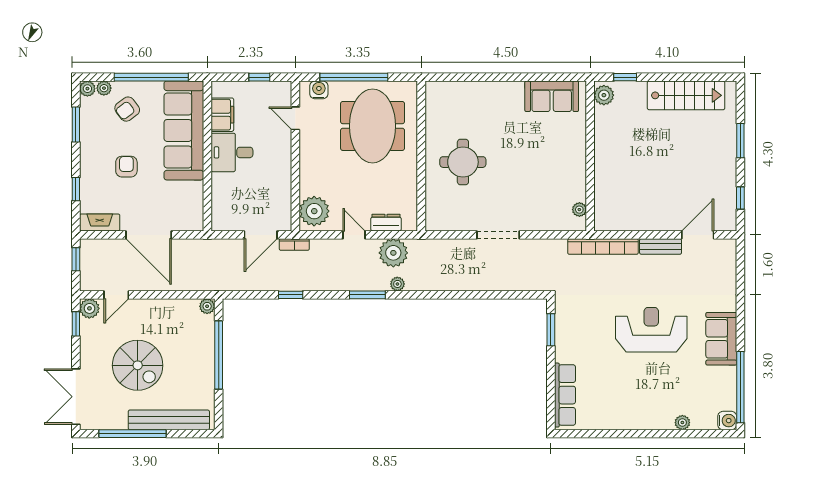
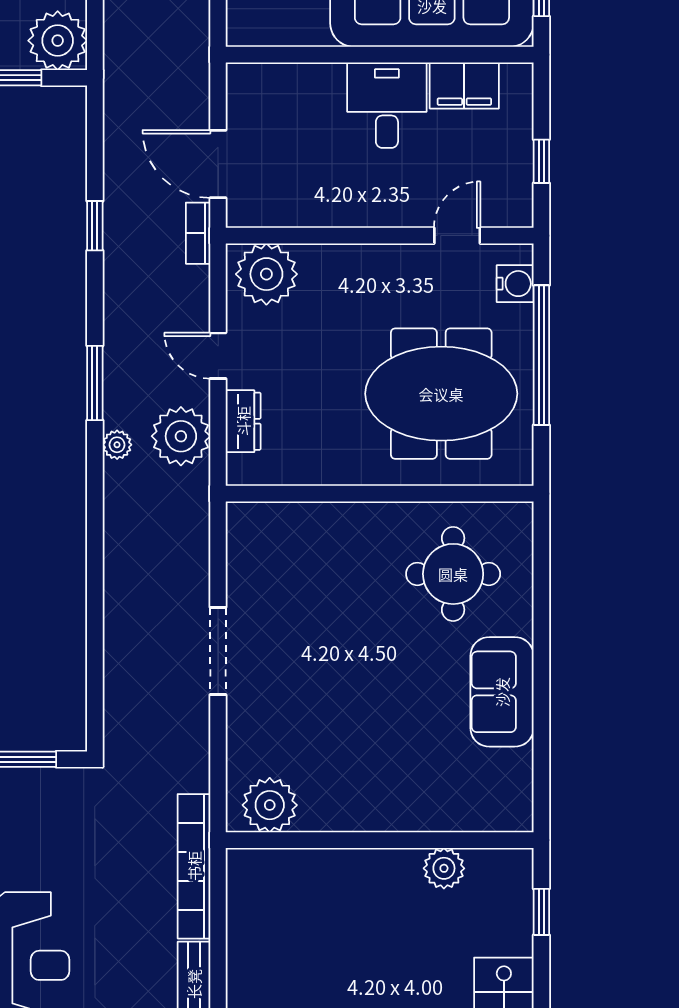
plant: (604, 95) -> (444, 868), moved
sofa: (552, 96) -> (502, 692), moved
round table: (463, 162) -> (453, 574), moved
plant: (579, 210) -> (270, 805), width x1.88, depth x1.88
door: (354, 235) -> (218, 356), swing flipped
plant: (207, 306) -> (58, 41), width x1.87, depth x1.87

